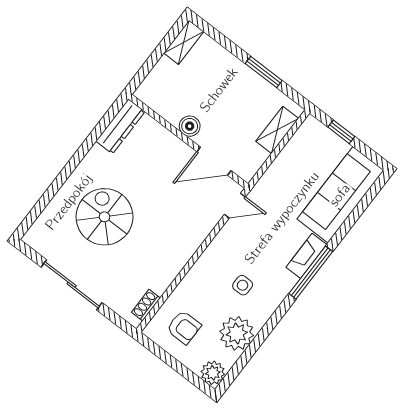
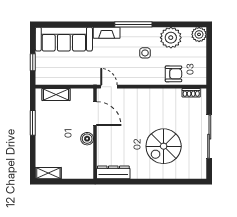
window: (311, 273) -> (133, 24), moved
armchair: (184, 327) -> (173, 74), moved, turned 90

